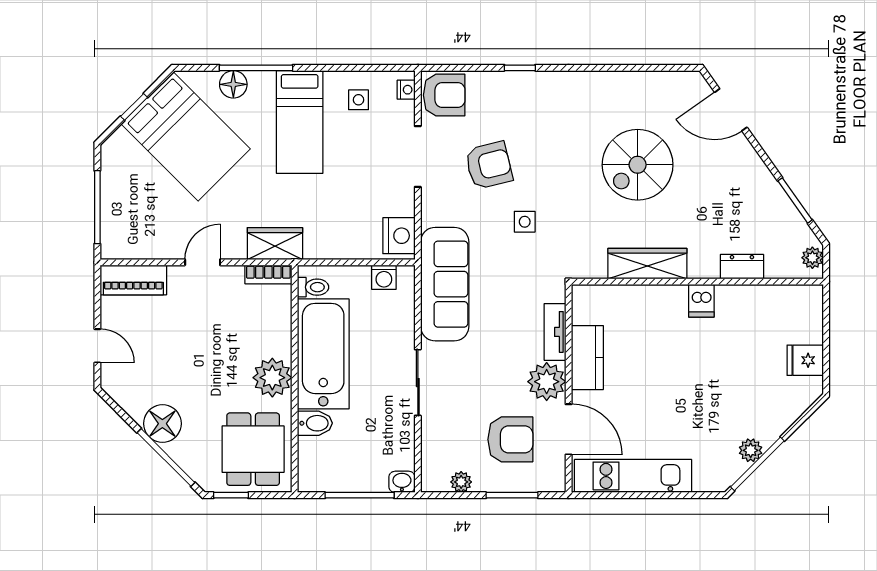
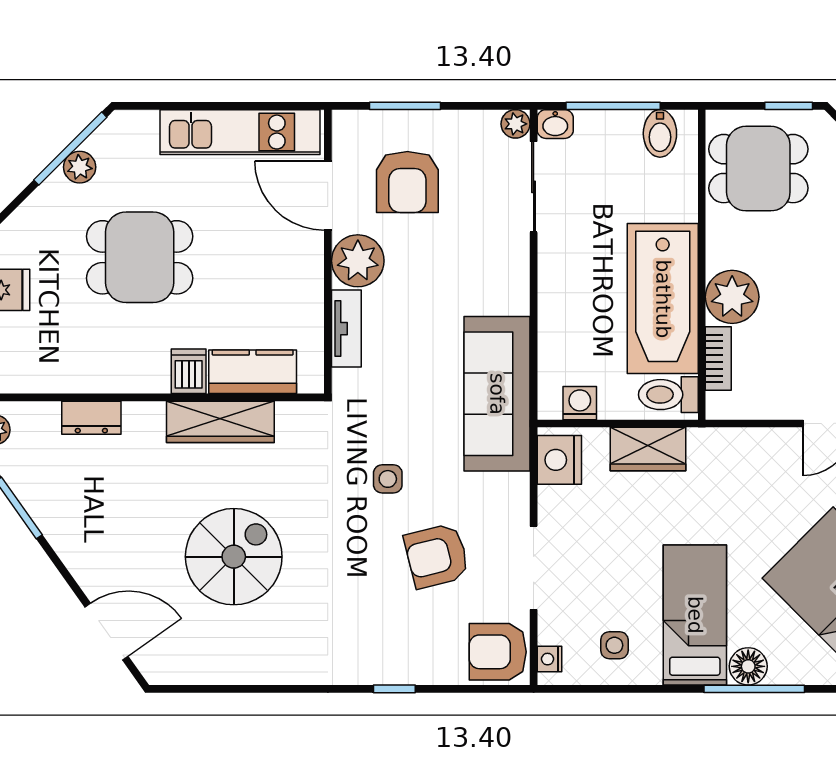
floor lamp: (233, 84) -> (748, 666), moved
wardrobe: (275, 244) -> (648, 449), moved
bookcase: (268, 274) -> (718, 358), moved, turned 90
toilet: (313, 287) -> (668, 395), width x1.37, depth x1.39
dishwasher: (701, 301) -> (189, 371), moved
kitchen counter: (587, 358) -> (253, 372), moved, turned 90
plant: (272, 378) -> (732, 297), moved
sliding door: (418, 383) -> (534, 187), moved
dining table: (707, 384) -> (140, 257), added
bidet: (315, 423) -> (660, 133), moved, turned -90
armchair: (510, 439) -> (407, 182), turned -90
dining table: (253, 449) -> (758, 169), turned 90
plant: (461, 482) -> (515, 124), moved

